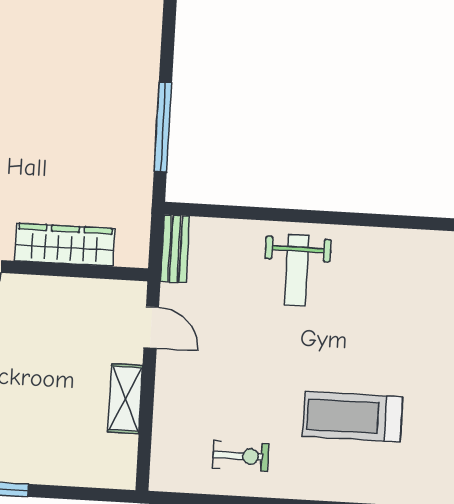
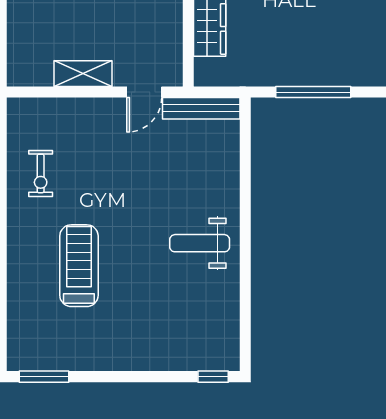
bench: (175, 249) -> (201, 108), width x1.36
weight bench: (297, 270) -> (200, 243), moved

